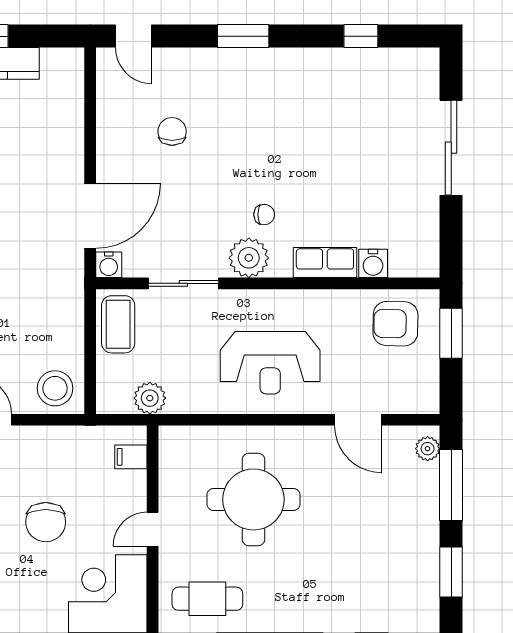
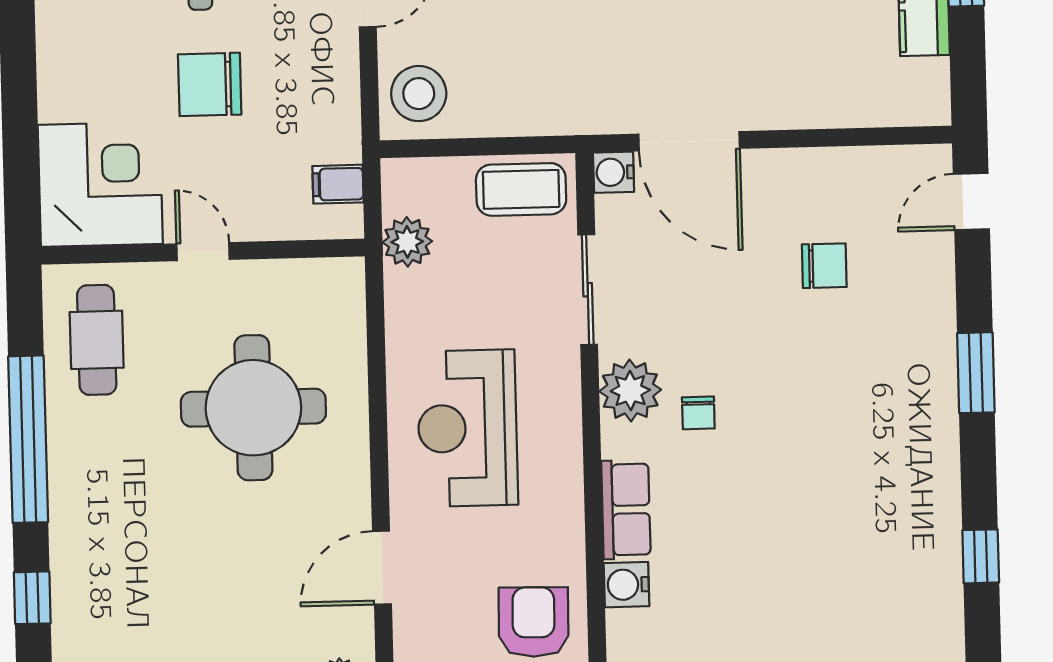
filing cabinet: (131, 457) -> (338, 184), moved, turned -90

